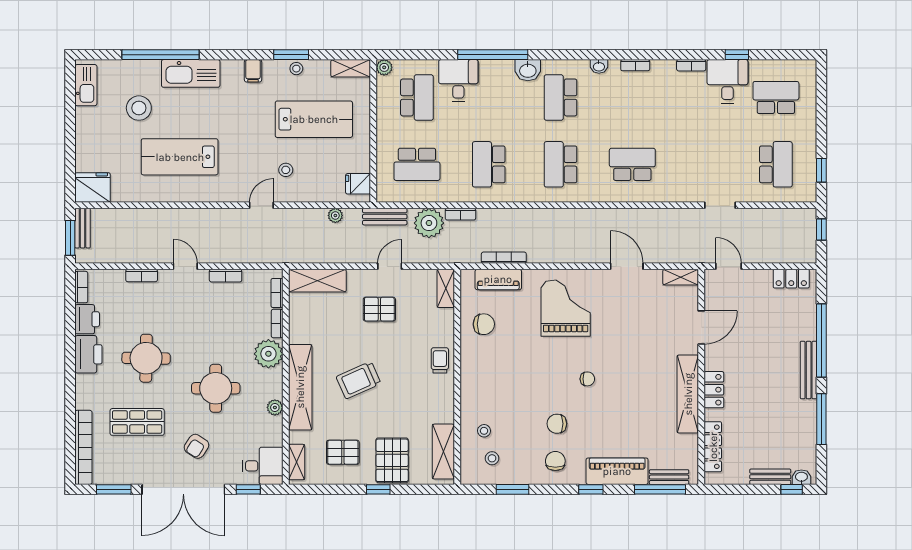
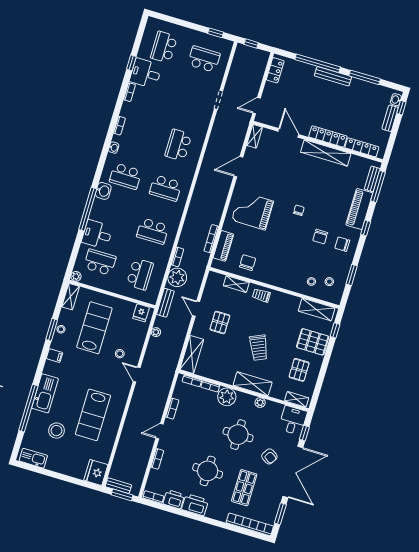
shelving: (446, 288) -> (236, 284), moved
shelving: (300, 387) -> (253, 384), width x0.68
locker: (714, 390) -> (328, 136), width x1.53
window: (378, 489) -> (335, 330), moved

